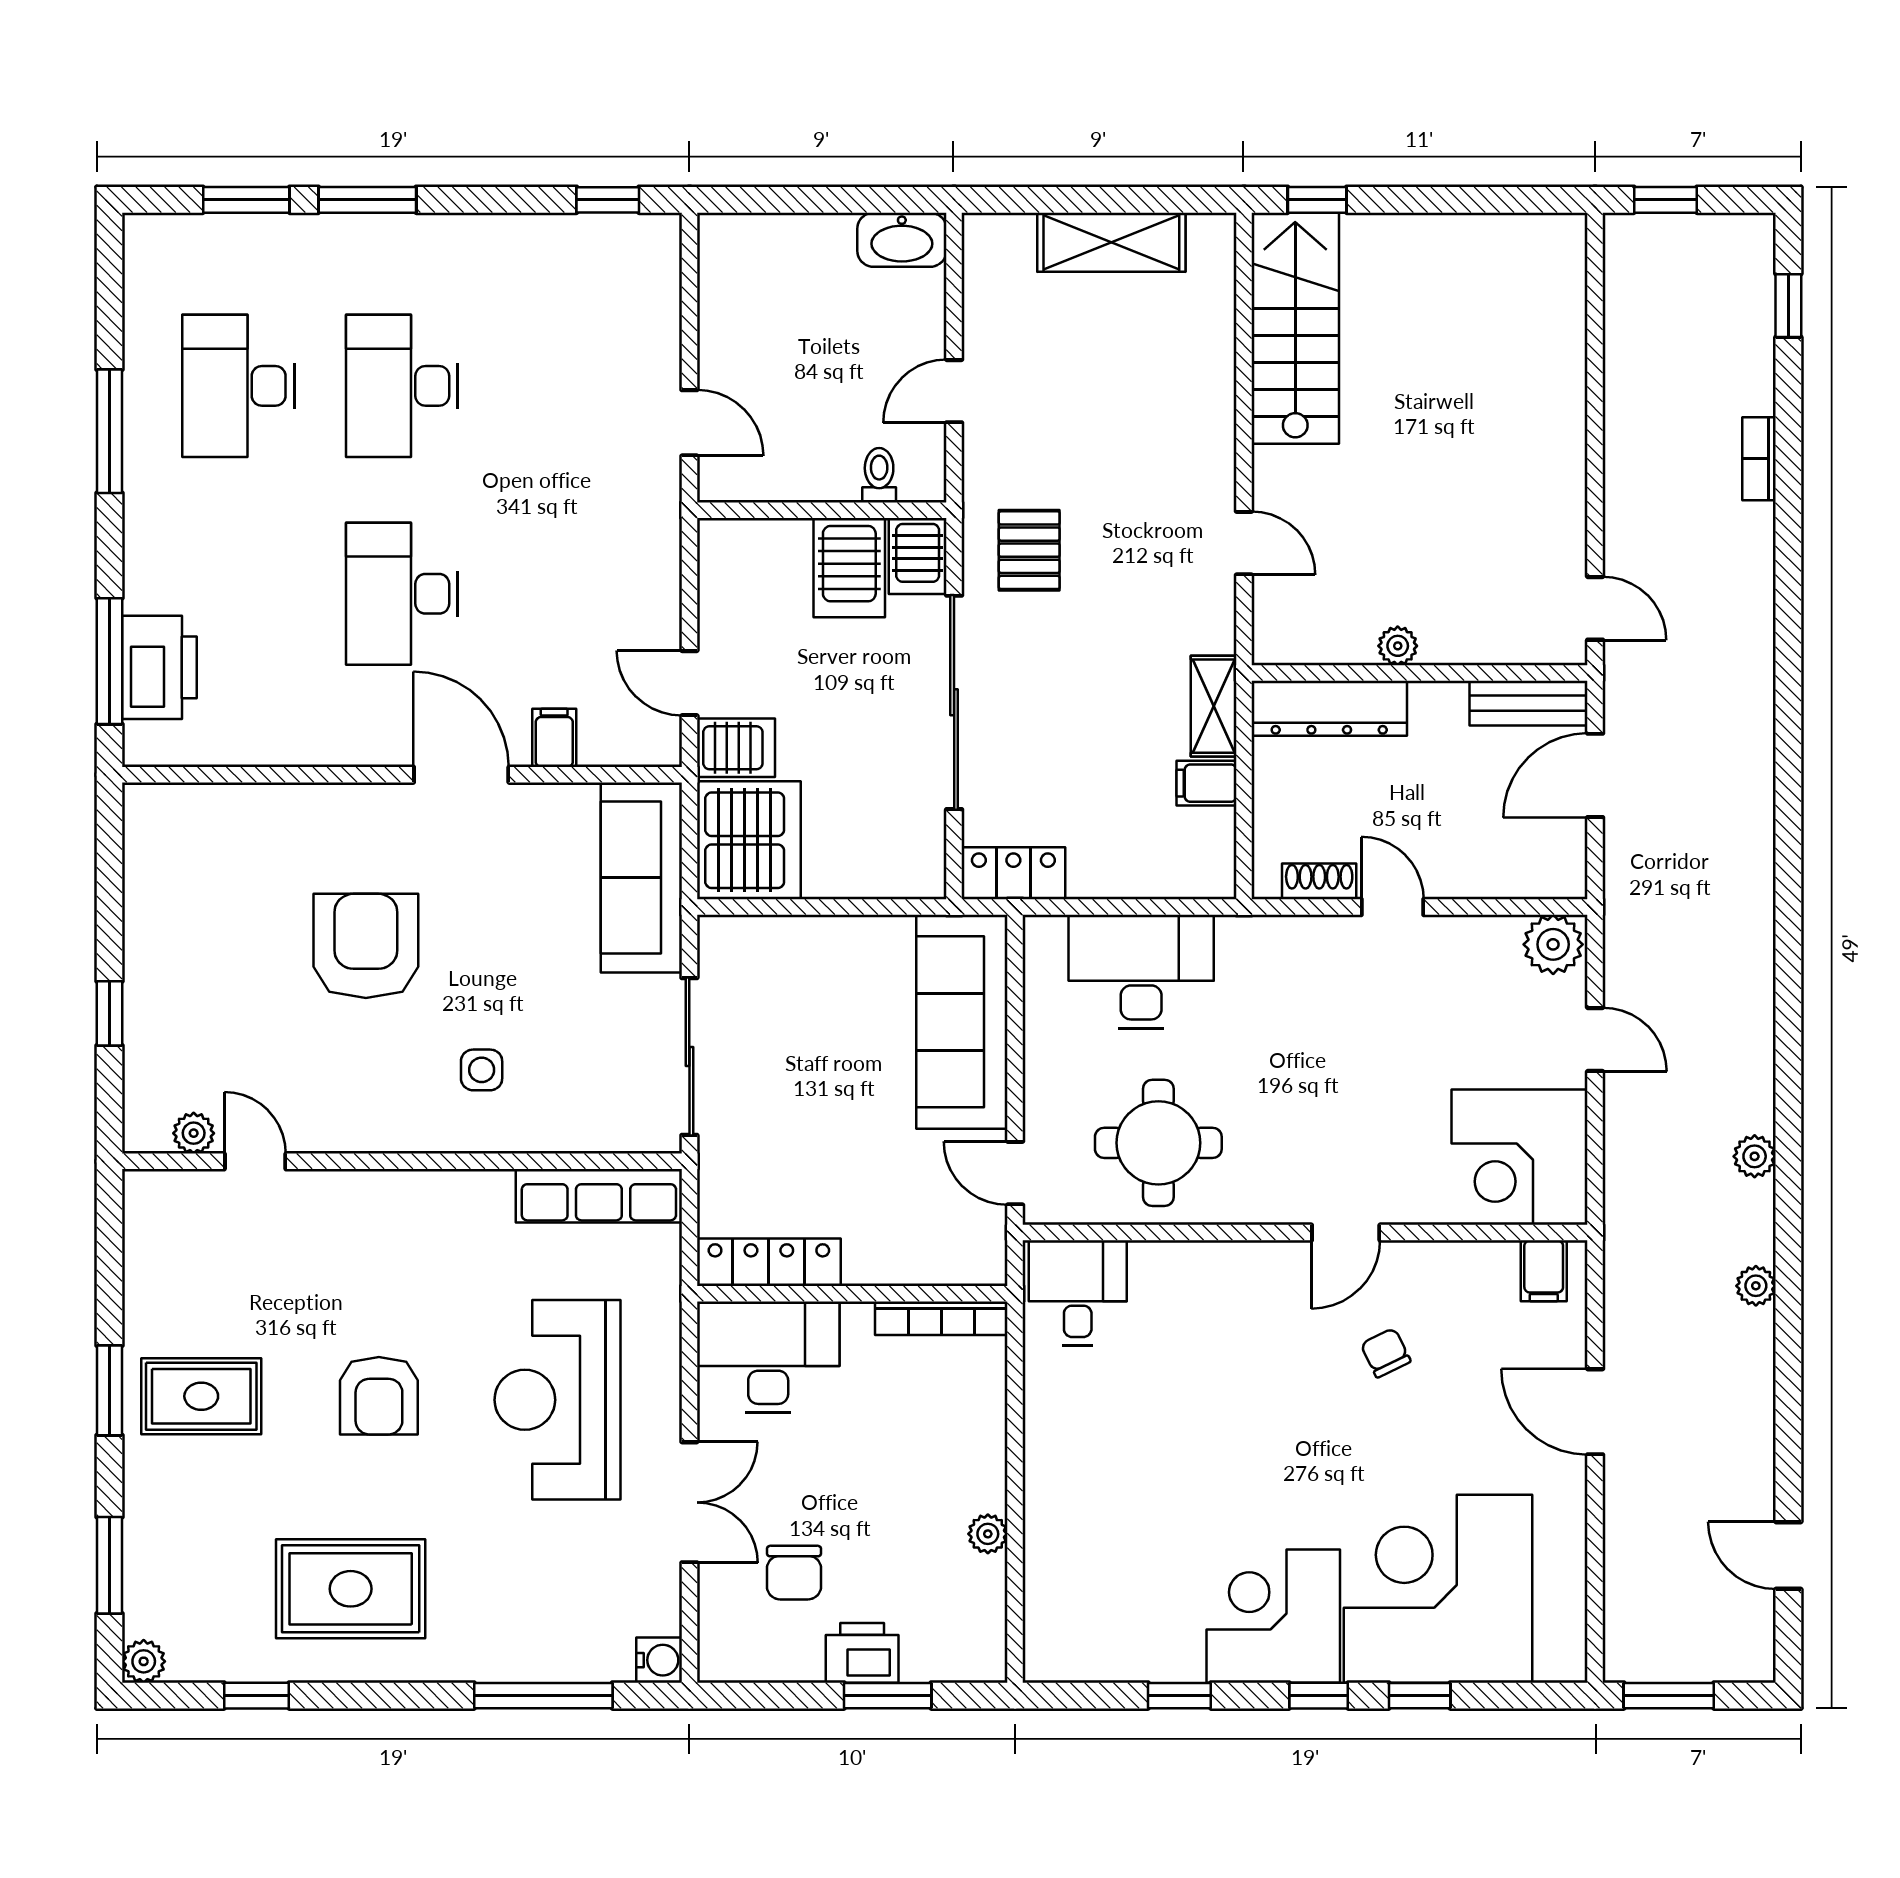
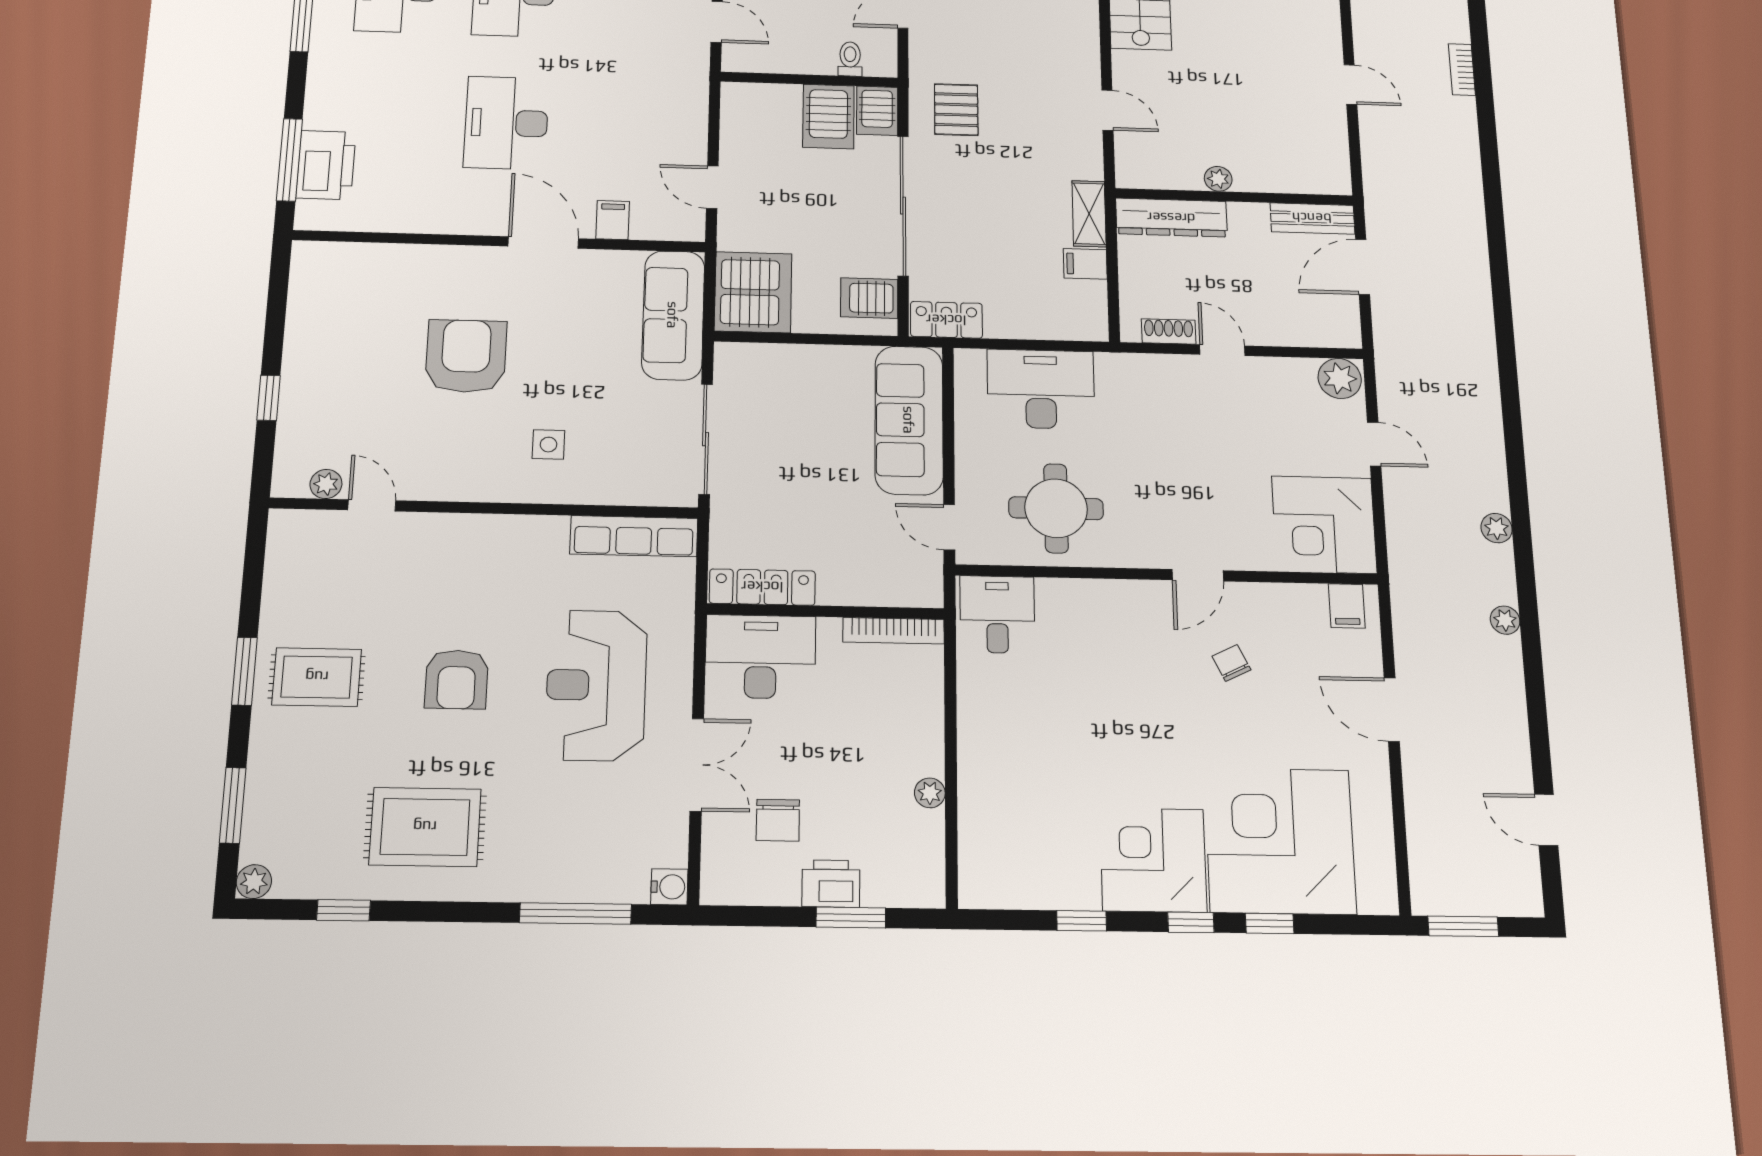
door: (1595, 608) -> (1350, 85), moved
server rack: (736, 748) -> (869, 298), moved, turned 180

